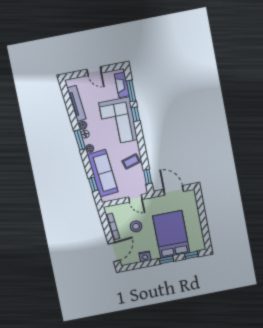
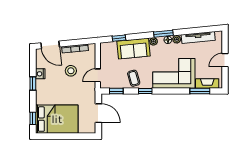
window: (136, 114) -> (145, 91), moved
sofa: (103, 173) -> (133, 49), width x0.73
door: (174, 190) -> (98, 113), hinge flipped
bed: (171, 234) -> (57, 119), moved
window: (166, 260) -> (33, 84), moved

